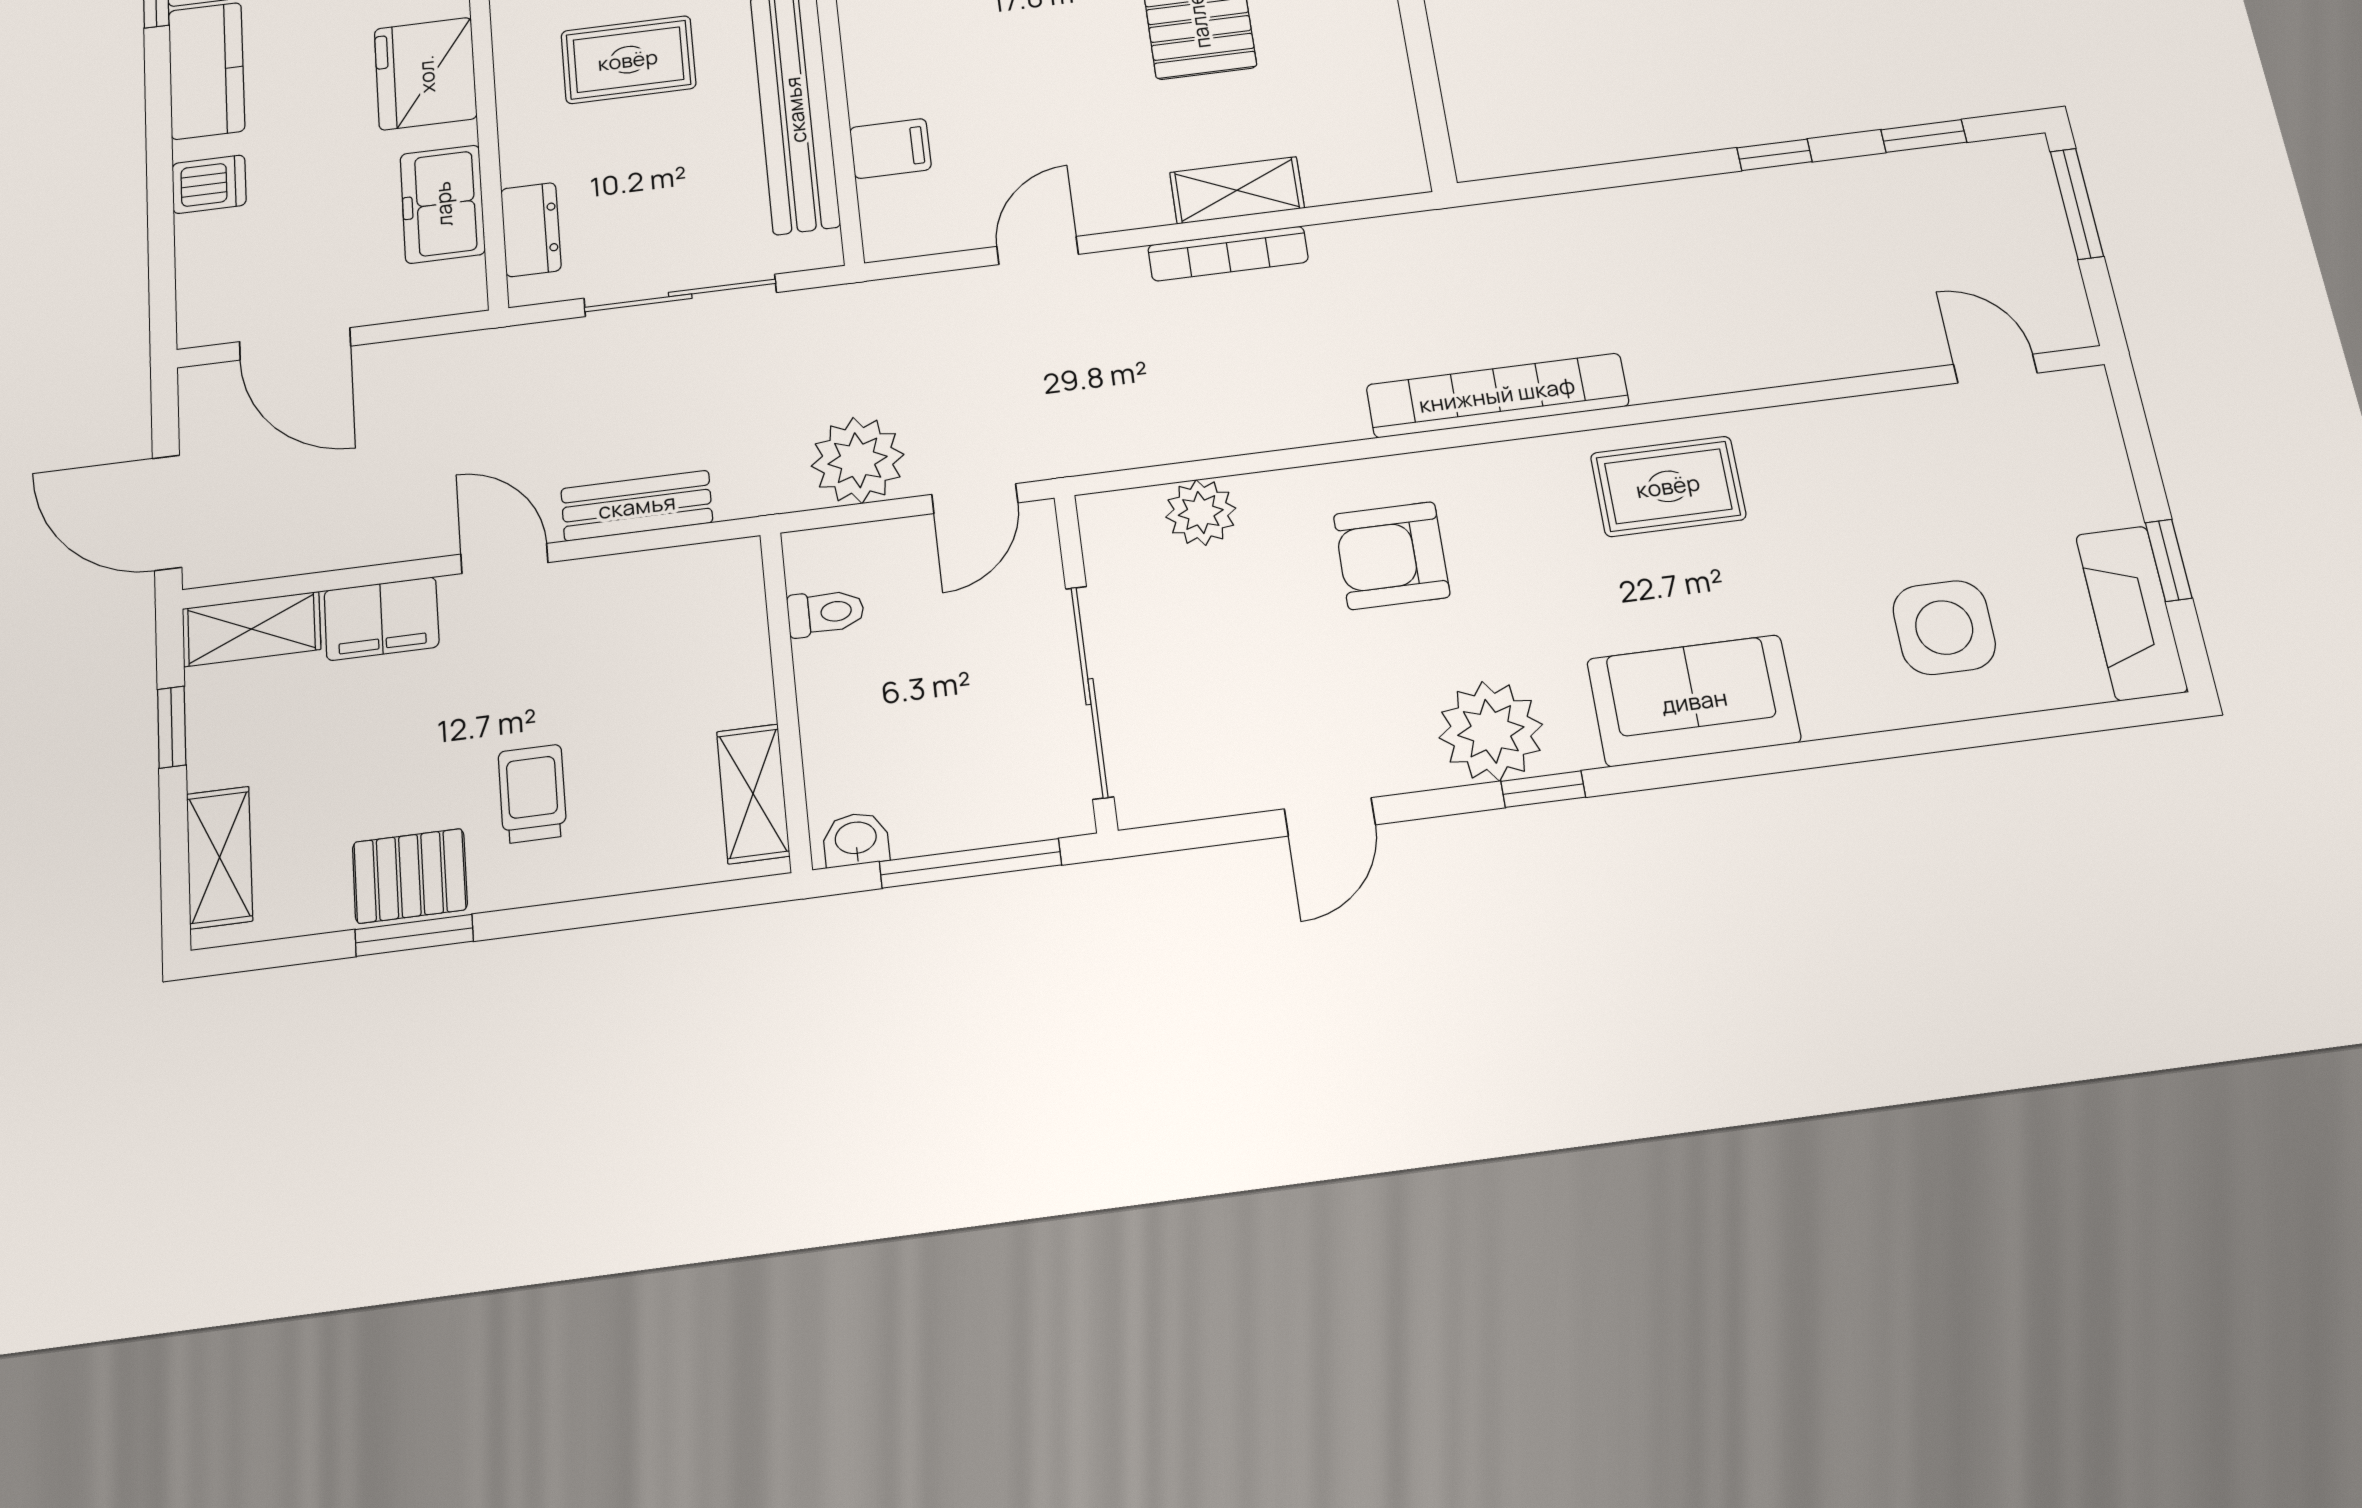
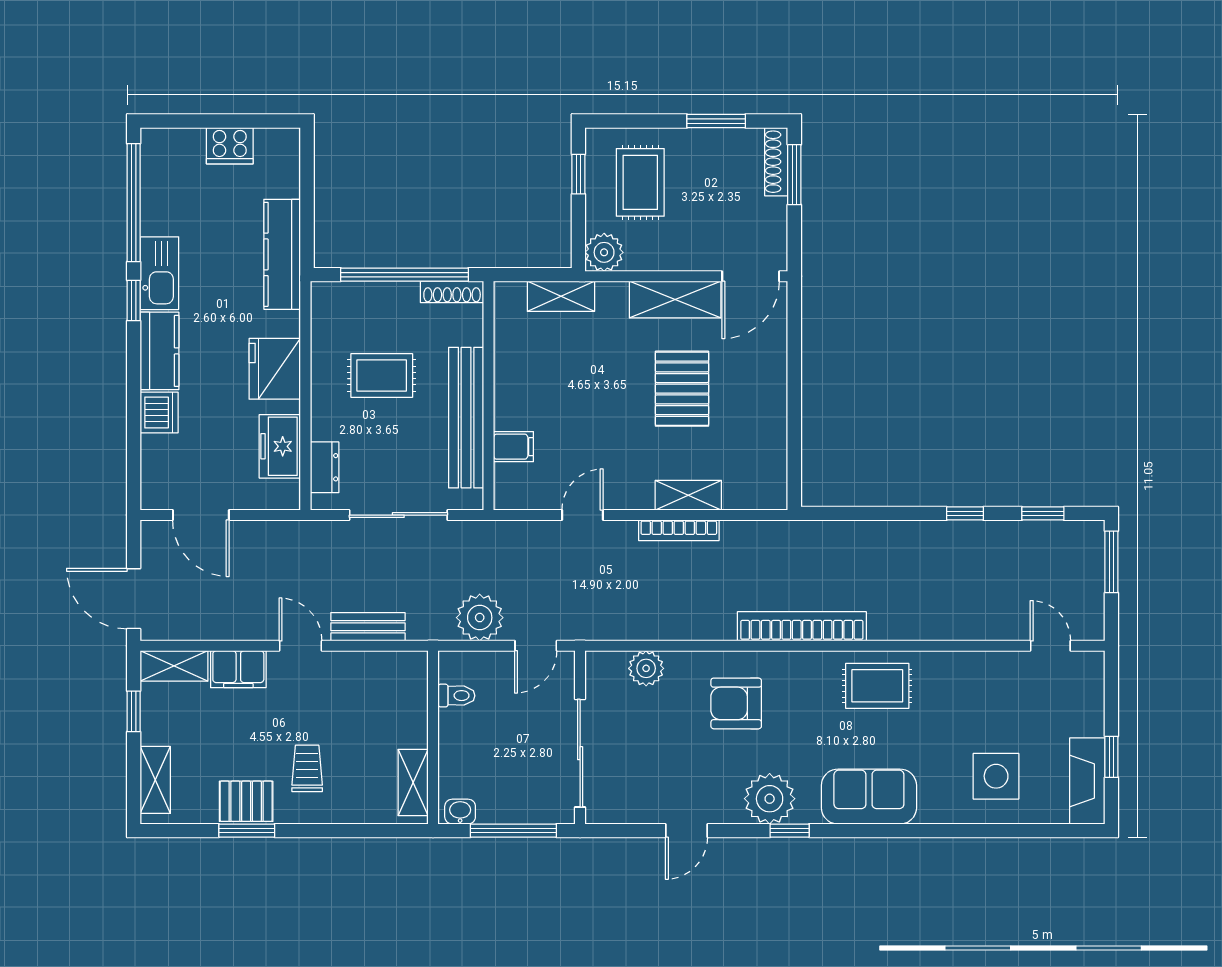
dishwasher: (209, 184) -> (159, 412), width x1.38

